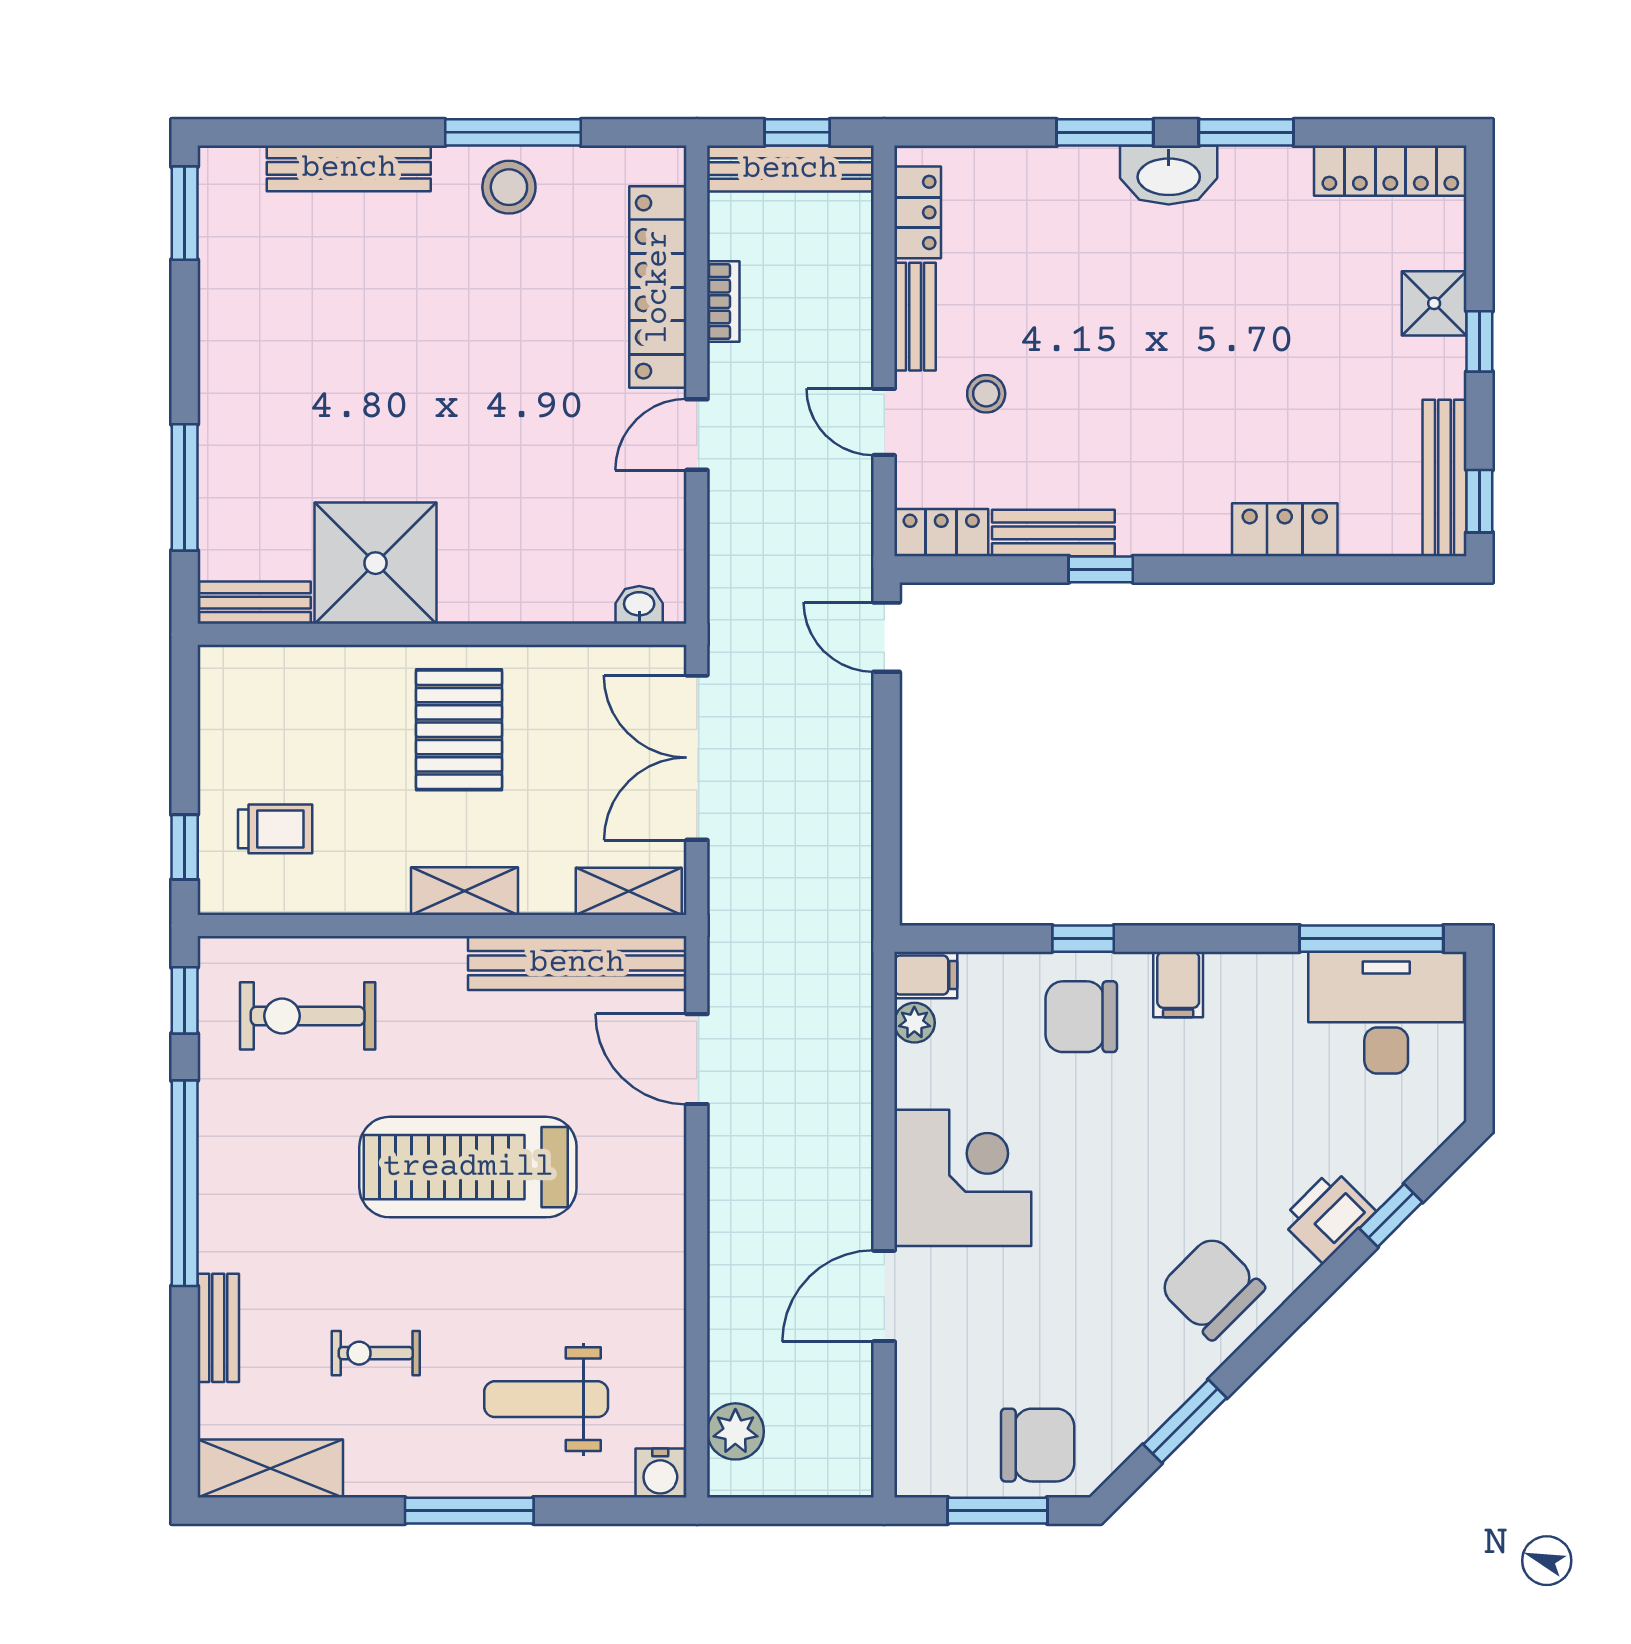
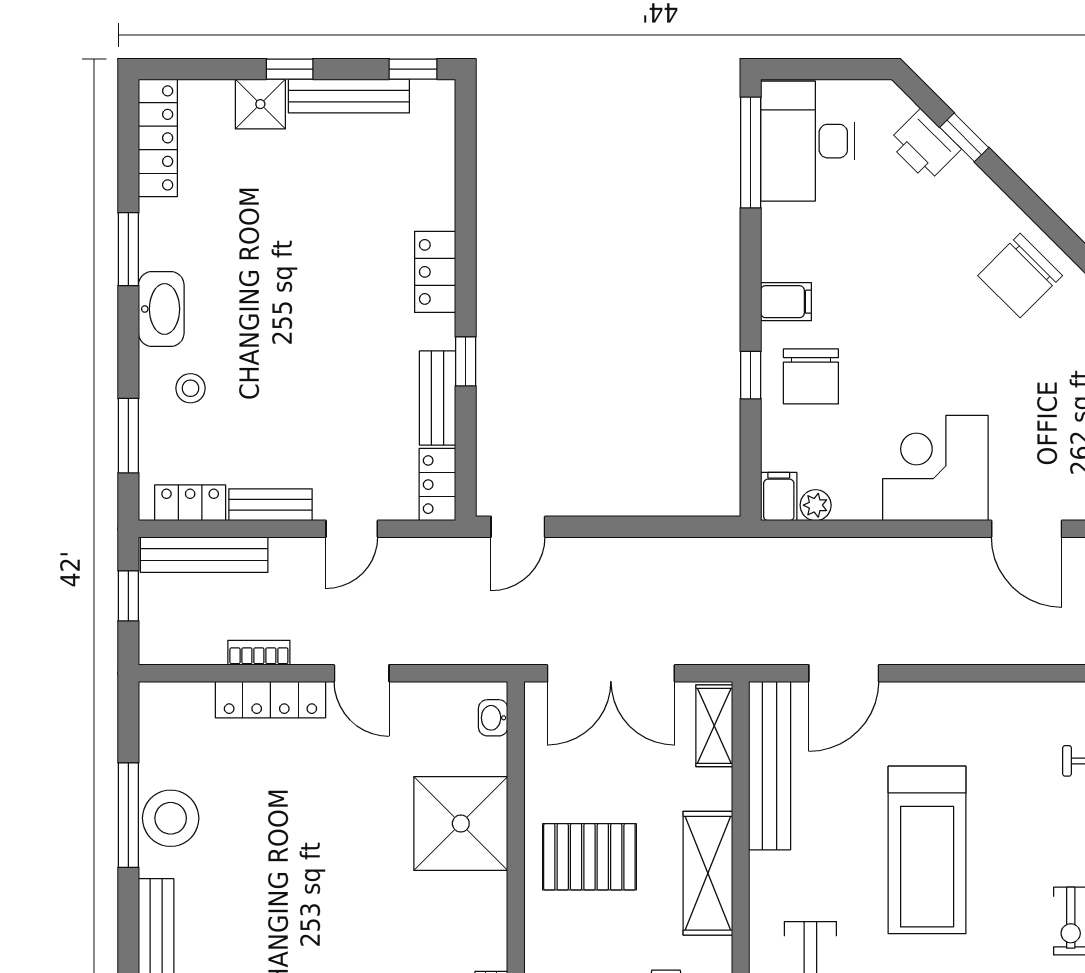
window: (1105, 132) -> (128, 436), moved
bench: (790, 169) -> (204, 555), moved, turned 90
stool: (509, 187) -> (171, 818), width x1.38, depth x1.38
locker: (658, 287) -> (270, 700), width x0.71, depth x0.83
stool: (986, 394) -> (190, 388), moved
bench: (1445, 478) -> (349, 96), moved
locker: (1285, 530) -> (435, 272), moved
shower: (375, 563) -> (461, 824), moved
shelving: (464, 891) -> (708, 873), width x1.50, depth x1.33
printer: (1328, 1216) -> (924, 145), moved

